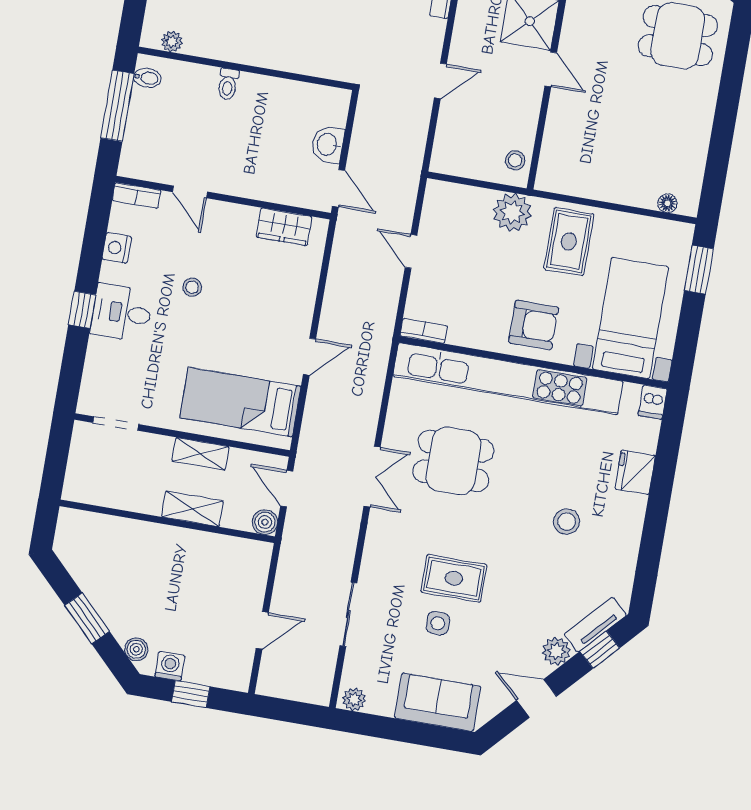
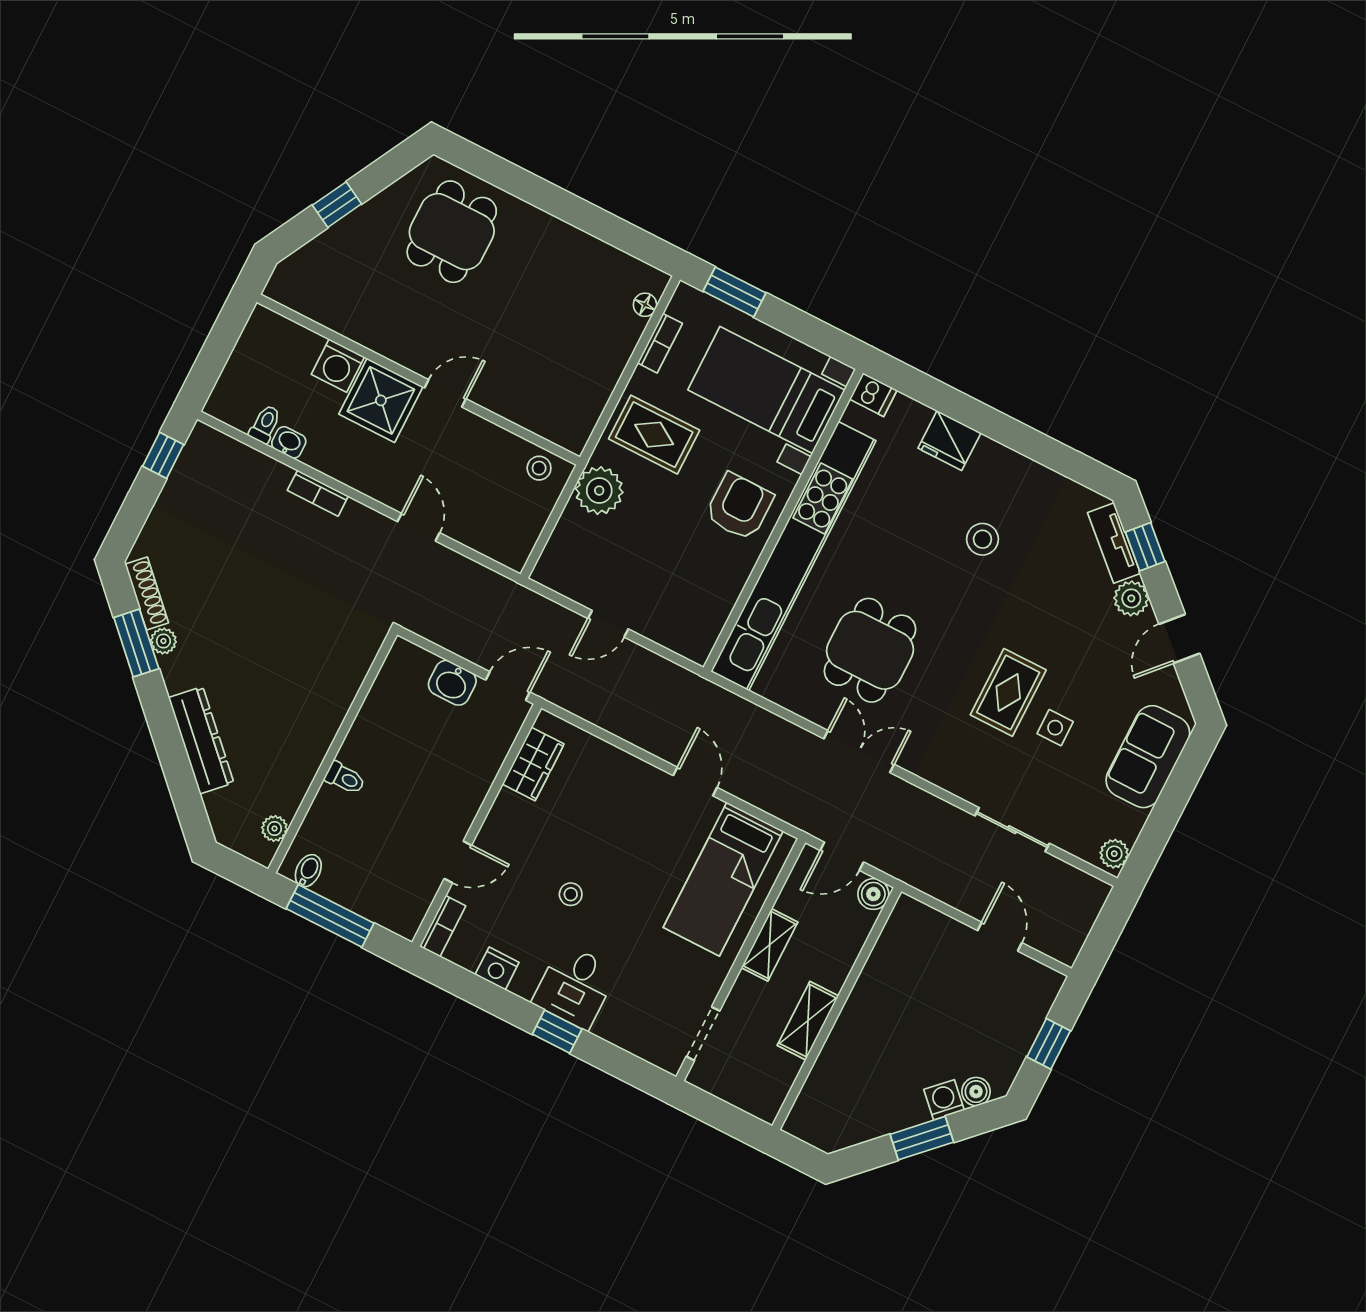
bookcase: (424, 331) -> (660, 343), moved, turned 180
shelving: (192, 509) -> (808, 1021), moved
washing machine: (170, 666) -> (944, 1100), moved, turned 45

